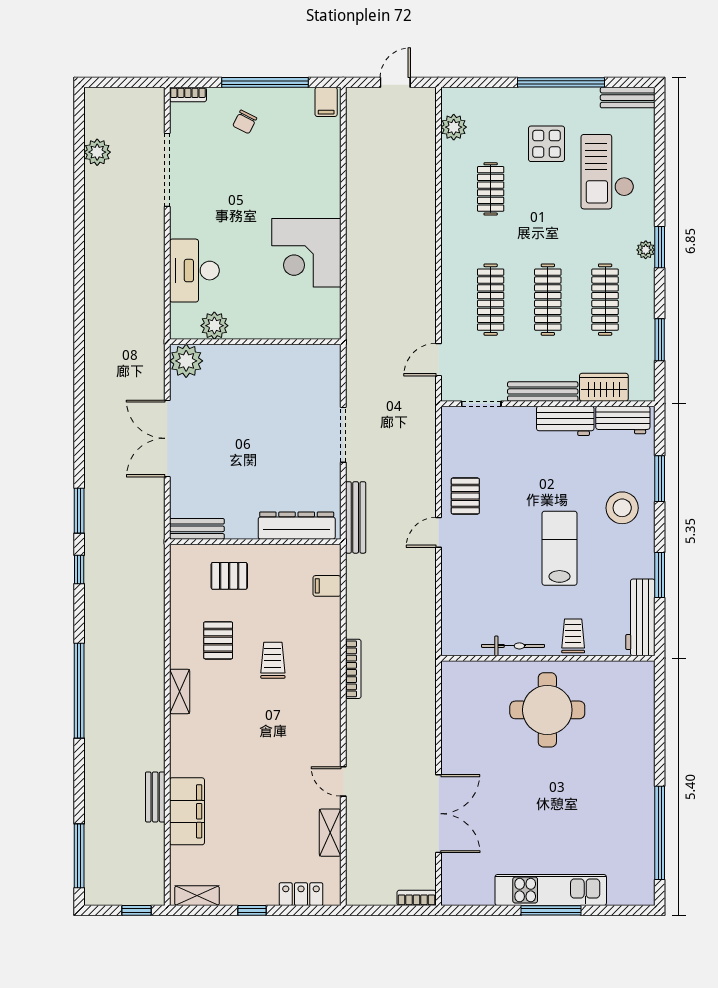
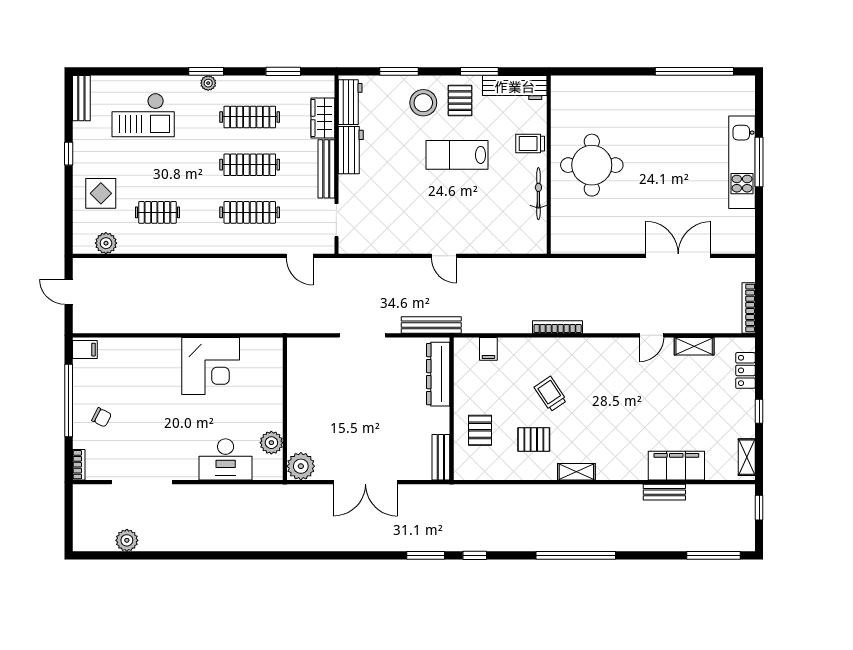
window: (561, 82) -> (69, 154), width x0.32
display table: (546, 144) -> (101, 193), moved
pallet: (465, 496) -> (460, 101), moved, turned 90
trolley: (273, 660) -> (550, 394), turned 56
bookcase: (417, 898) -> (749, 308), moved, width x1.56

